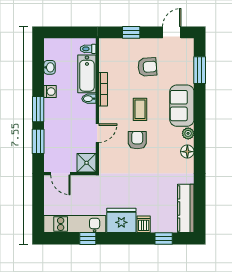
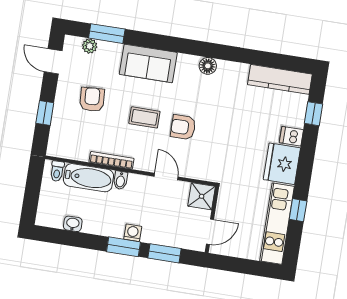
washing machine: (50, 92) -> (133, 233), moved
plant: (188, 133) -> (90, 46), moved

